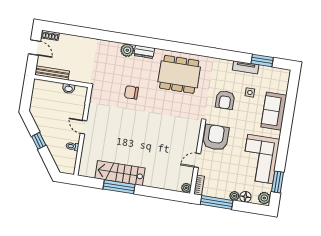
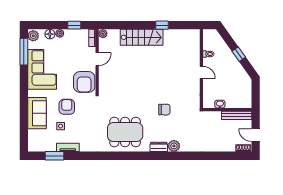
armchair: (225, 100) -> (67, 107), moved
stairs: (120, 173) -> (142, 37), moved
window: (278, 182) -> (24, 52), width x1.44
window: (119, 187) -> (162, 25), width x0.46
window: (217, 202) -> (74, 25), width x0.46

